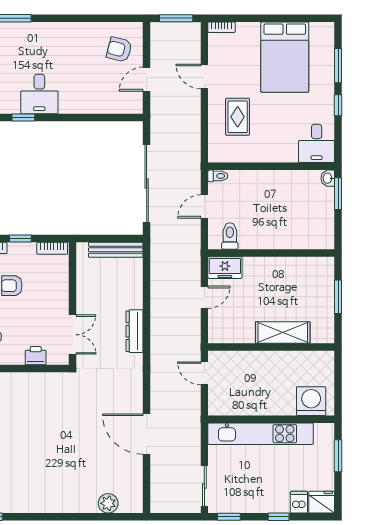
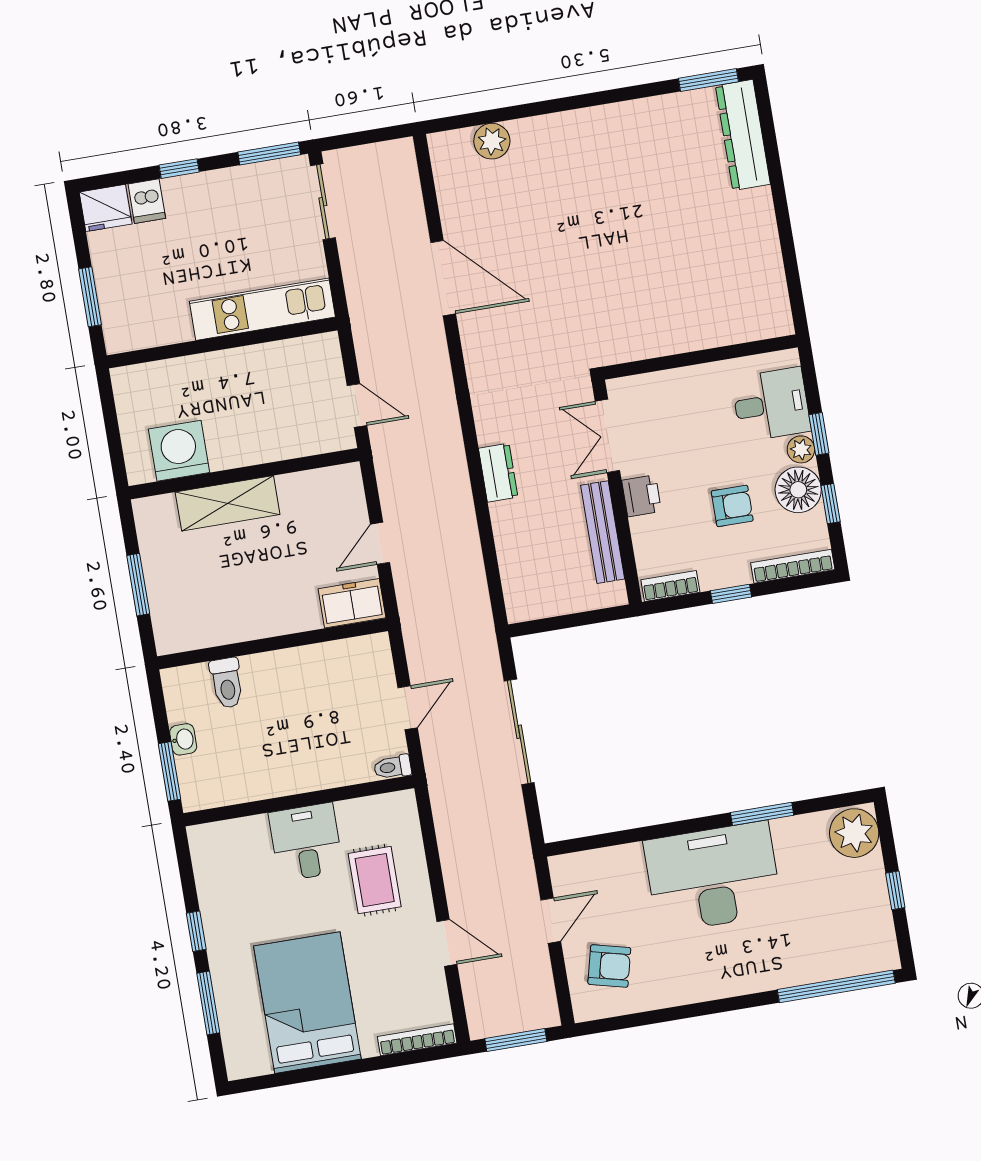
bookcase: (222, 27) -> (417, 1040), width x1.56
desk: (39, 94) -> (713, 877), width x1.87, depth x1.30
window: (23, 118) -> (762, 814), width x1.50
desk: (317, 143) -> (306, 842), moved
washbasin: (328, 178) -> (183, 739), moved
sliding door: (147, 183) -> (519, 732), width x0.73
toilet: (230, 236) -> (227, 683), moved
bench: (116, 250) -> (603, 532), moved, turned 90
dresser: (135, 331) -> (498, 473), width x0.70
printer: (36, 356) -> (642, 496), moved, turned -90
washing machine: (311, 401) -> (179, 451), moved, turned 180
kitchen unit: (261, 434) -> (262, 309), width x0.73
window: (229, 517) -> (269, 153), width x1.50

